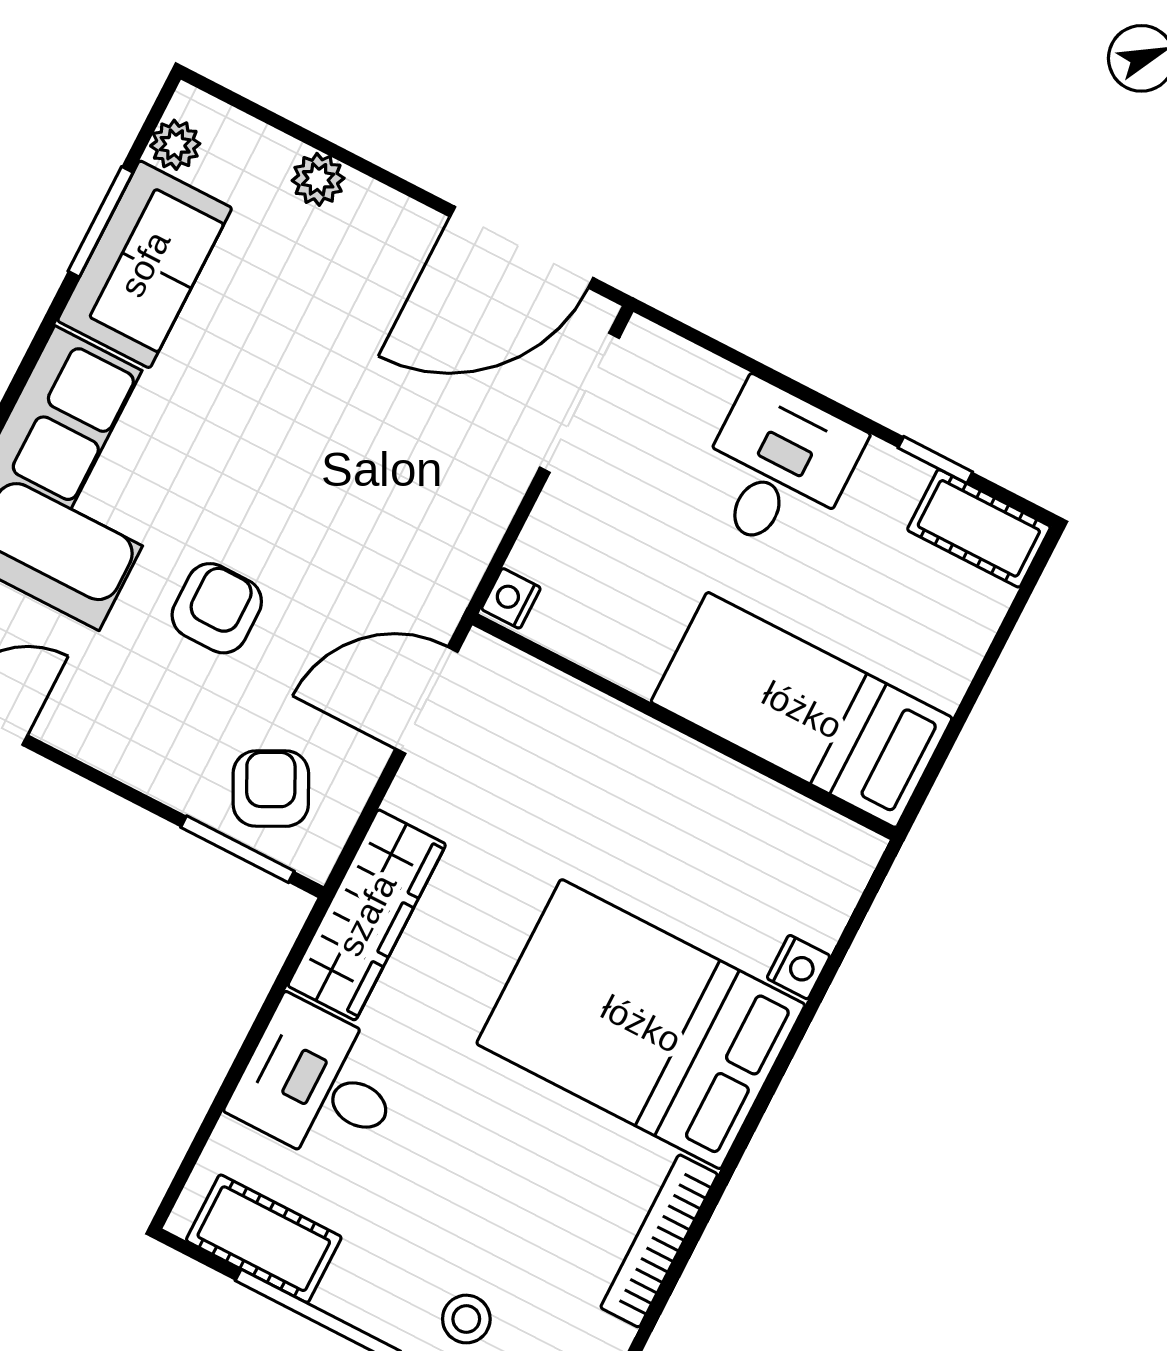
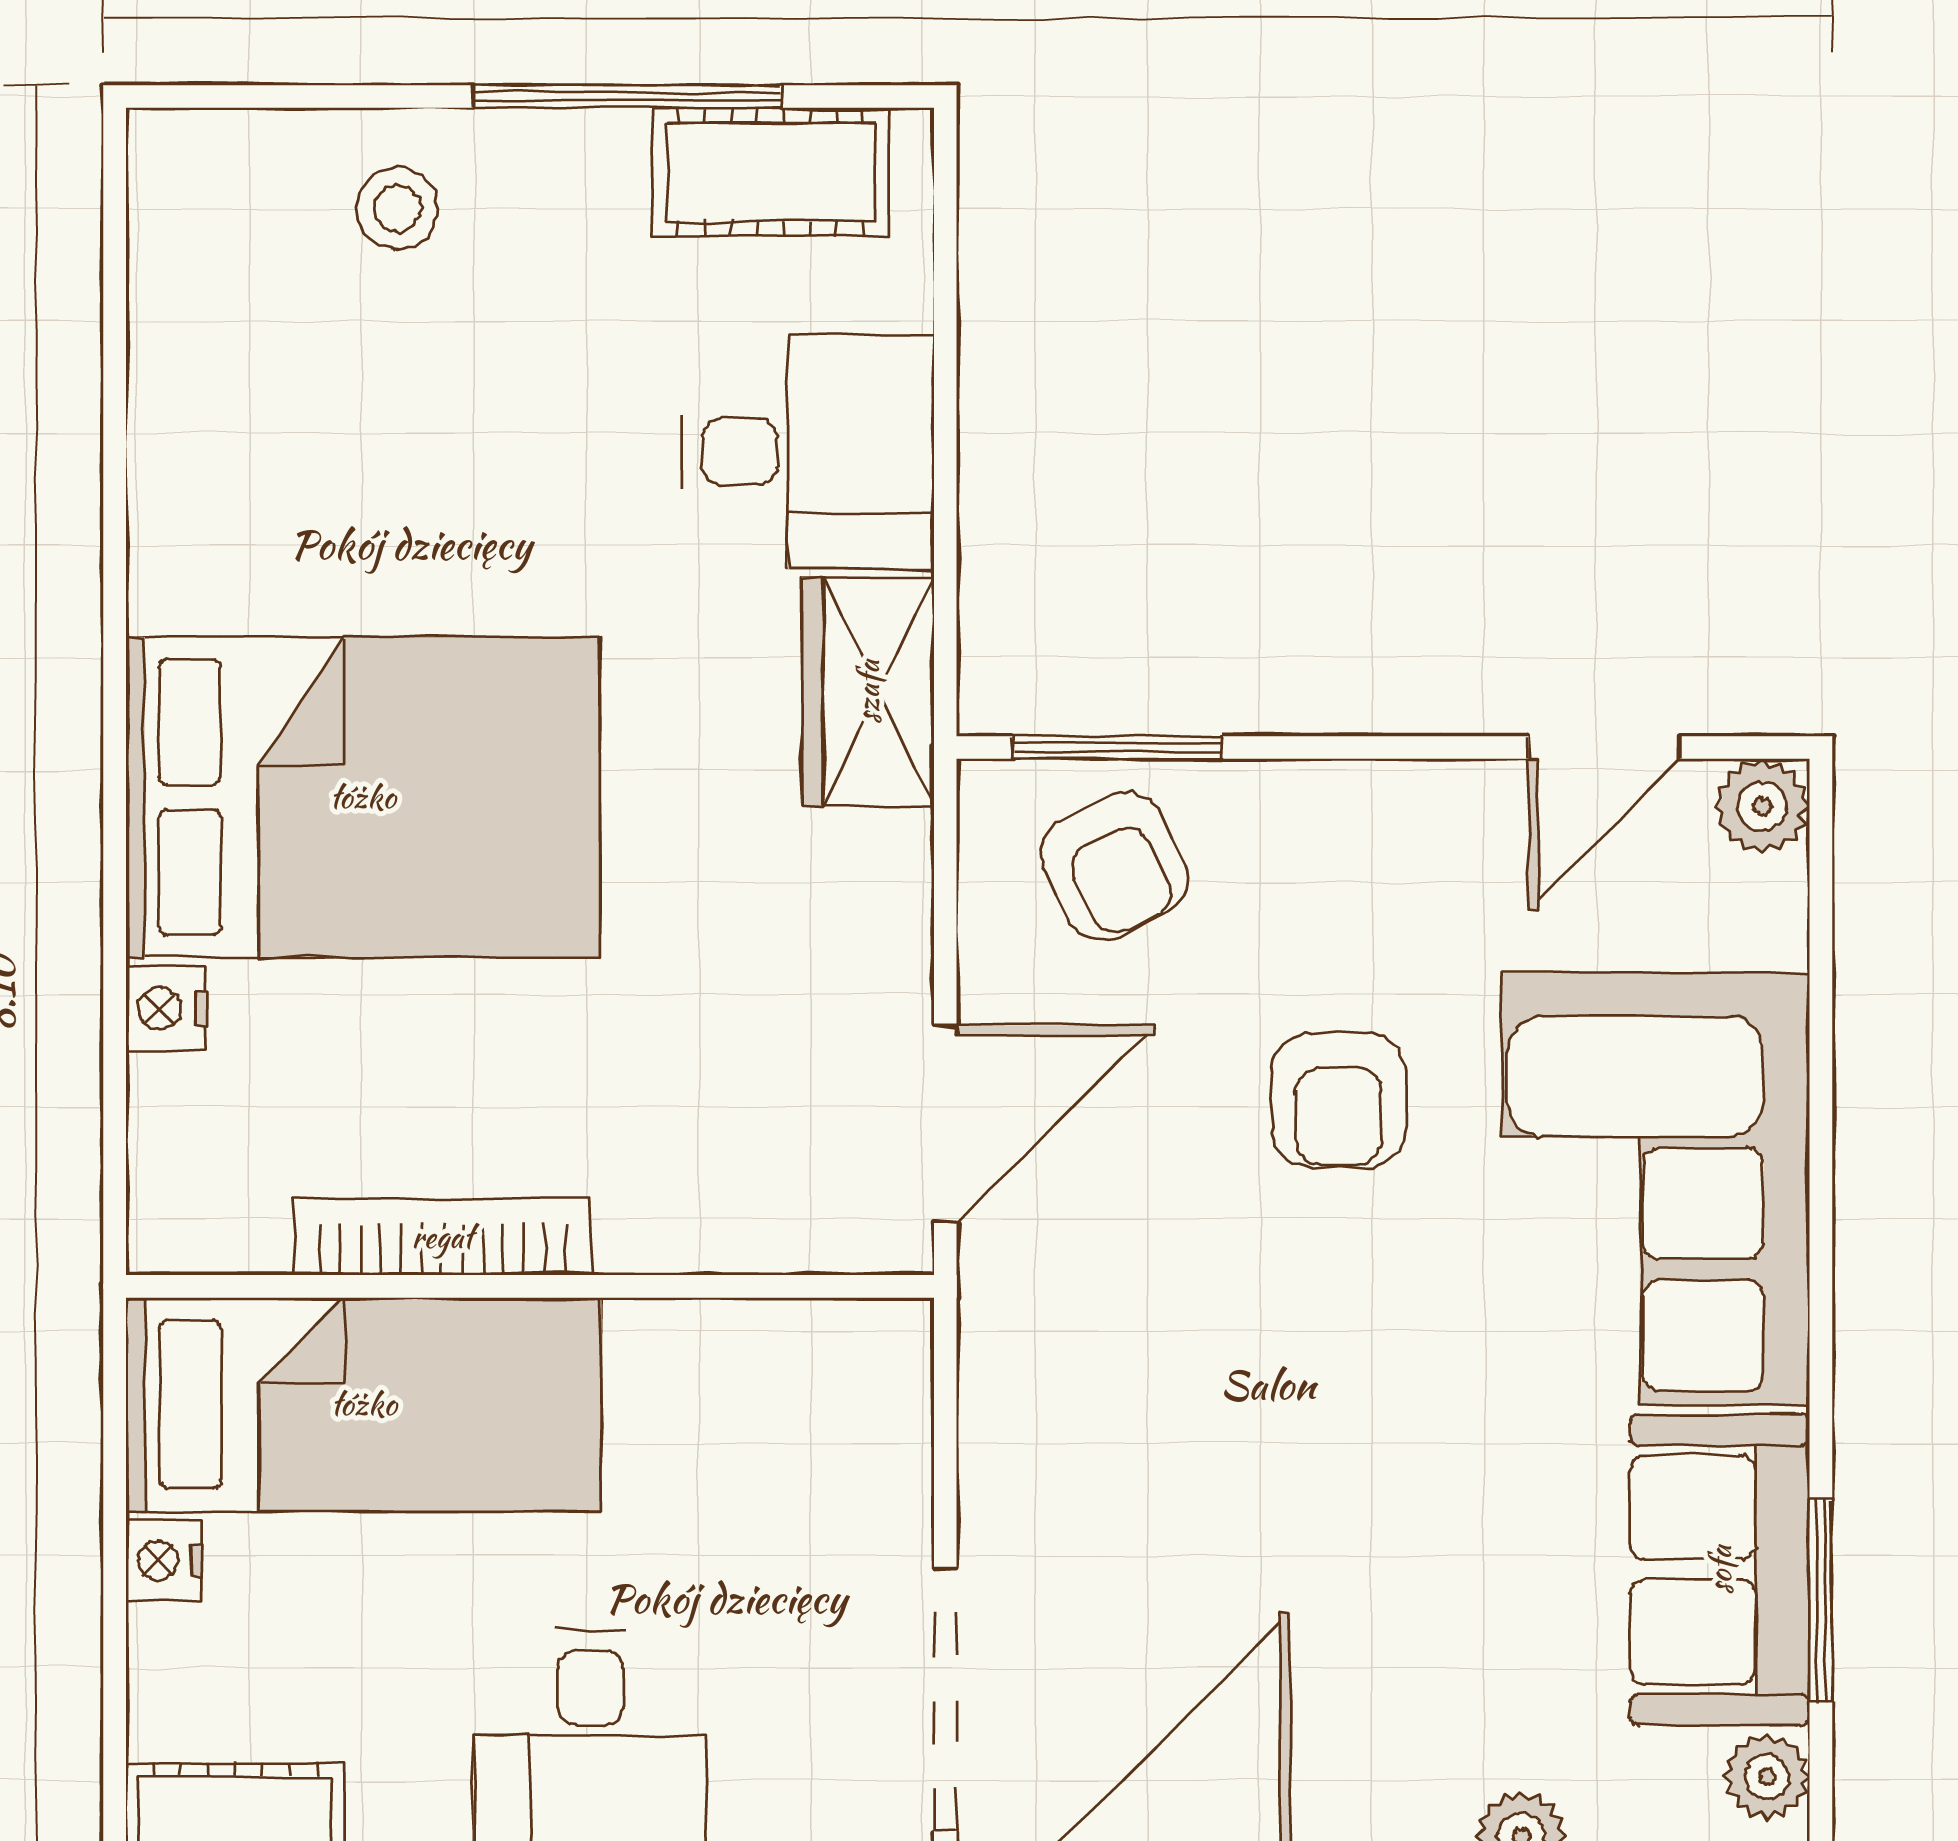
nightstand: (511, 598) -> (164, 1561), moved, turned 180
wardrobe: (367, 915) -> (868, 692), width x0.67
bookcase: (659, 1241) -> (442, 1237), moved, turned -90

